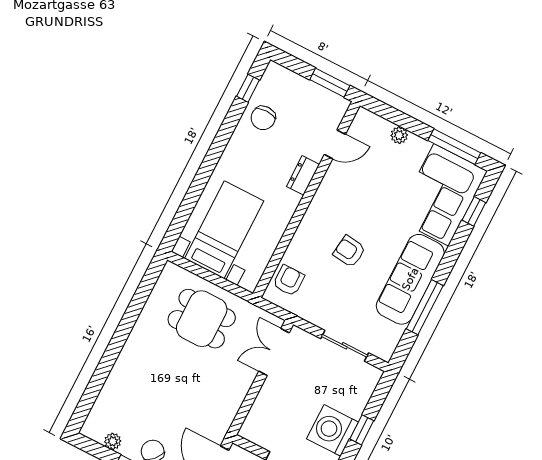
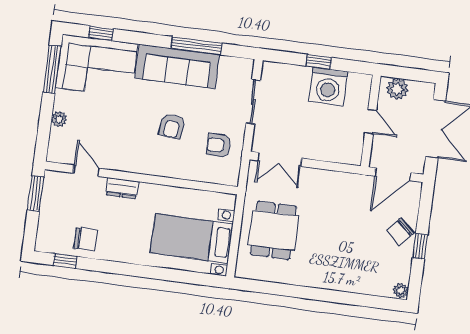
armchair: (289, 281) -> (219, 145), moved
plant: (113, 441) -> (401, 290), moved

